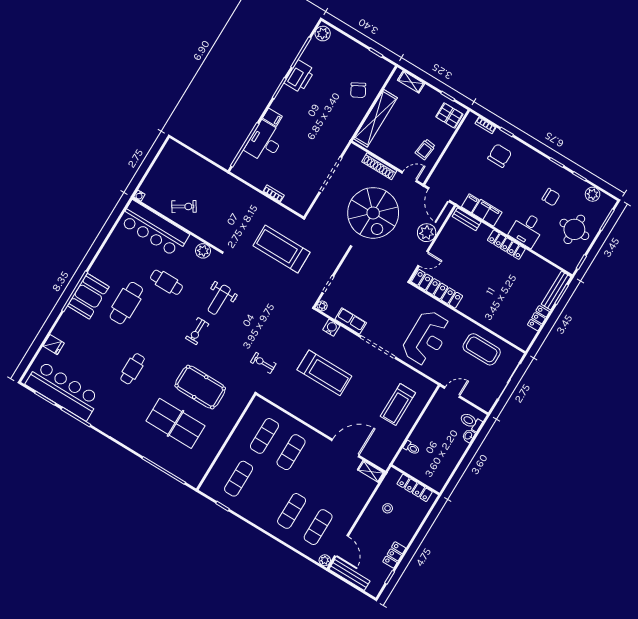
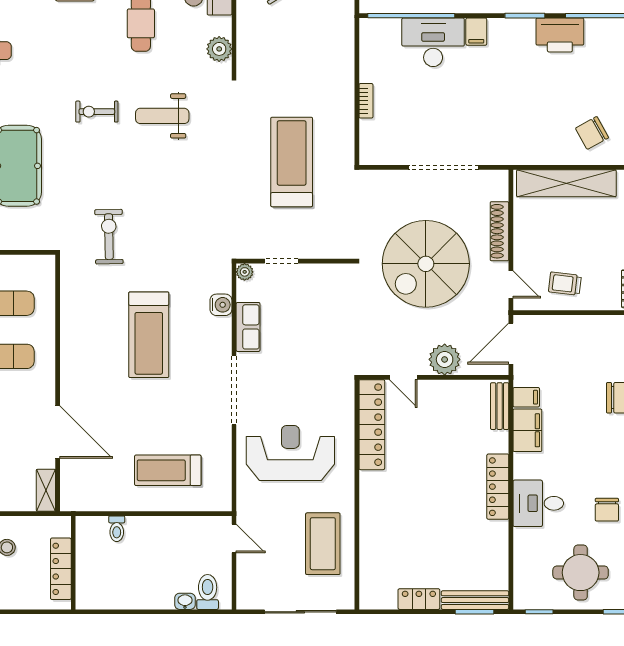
reception desk: (426, 338) -> (290, 453), turned 180
exercise bike: (263, 363) -> (109, 237), width x1.38, depth x1.39

